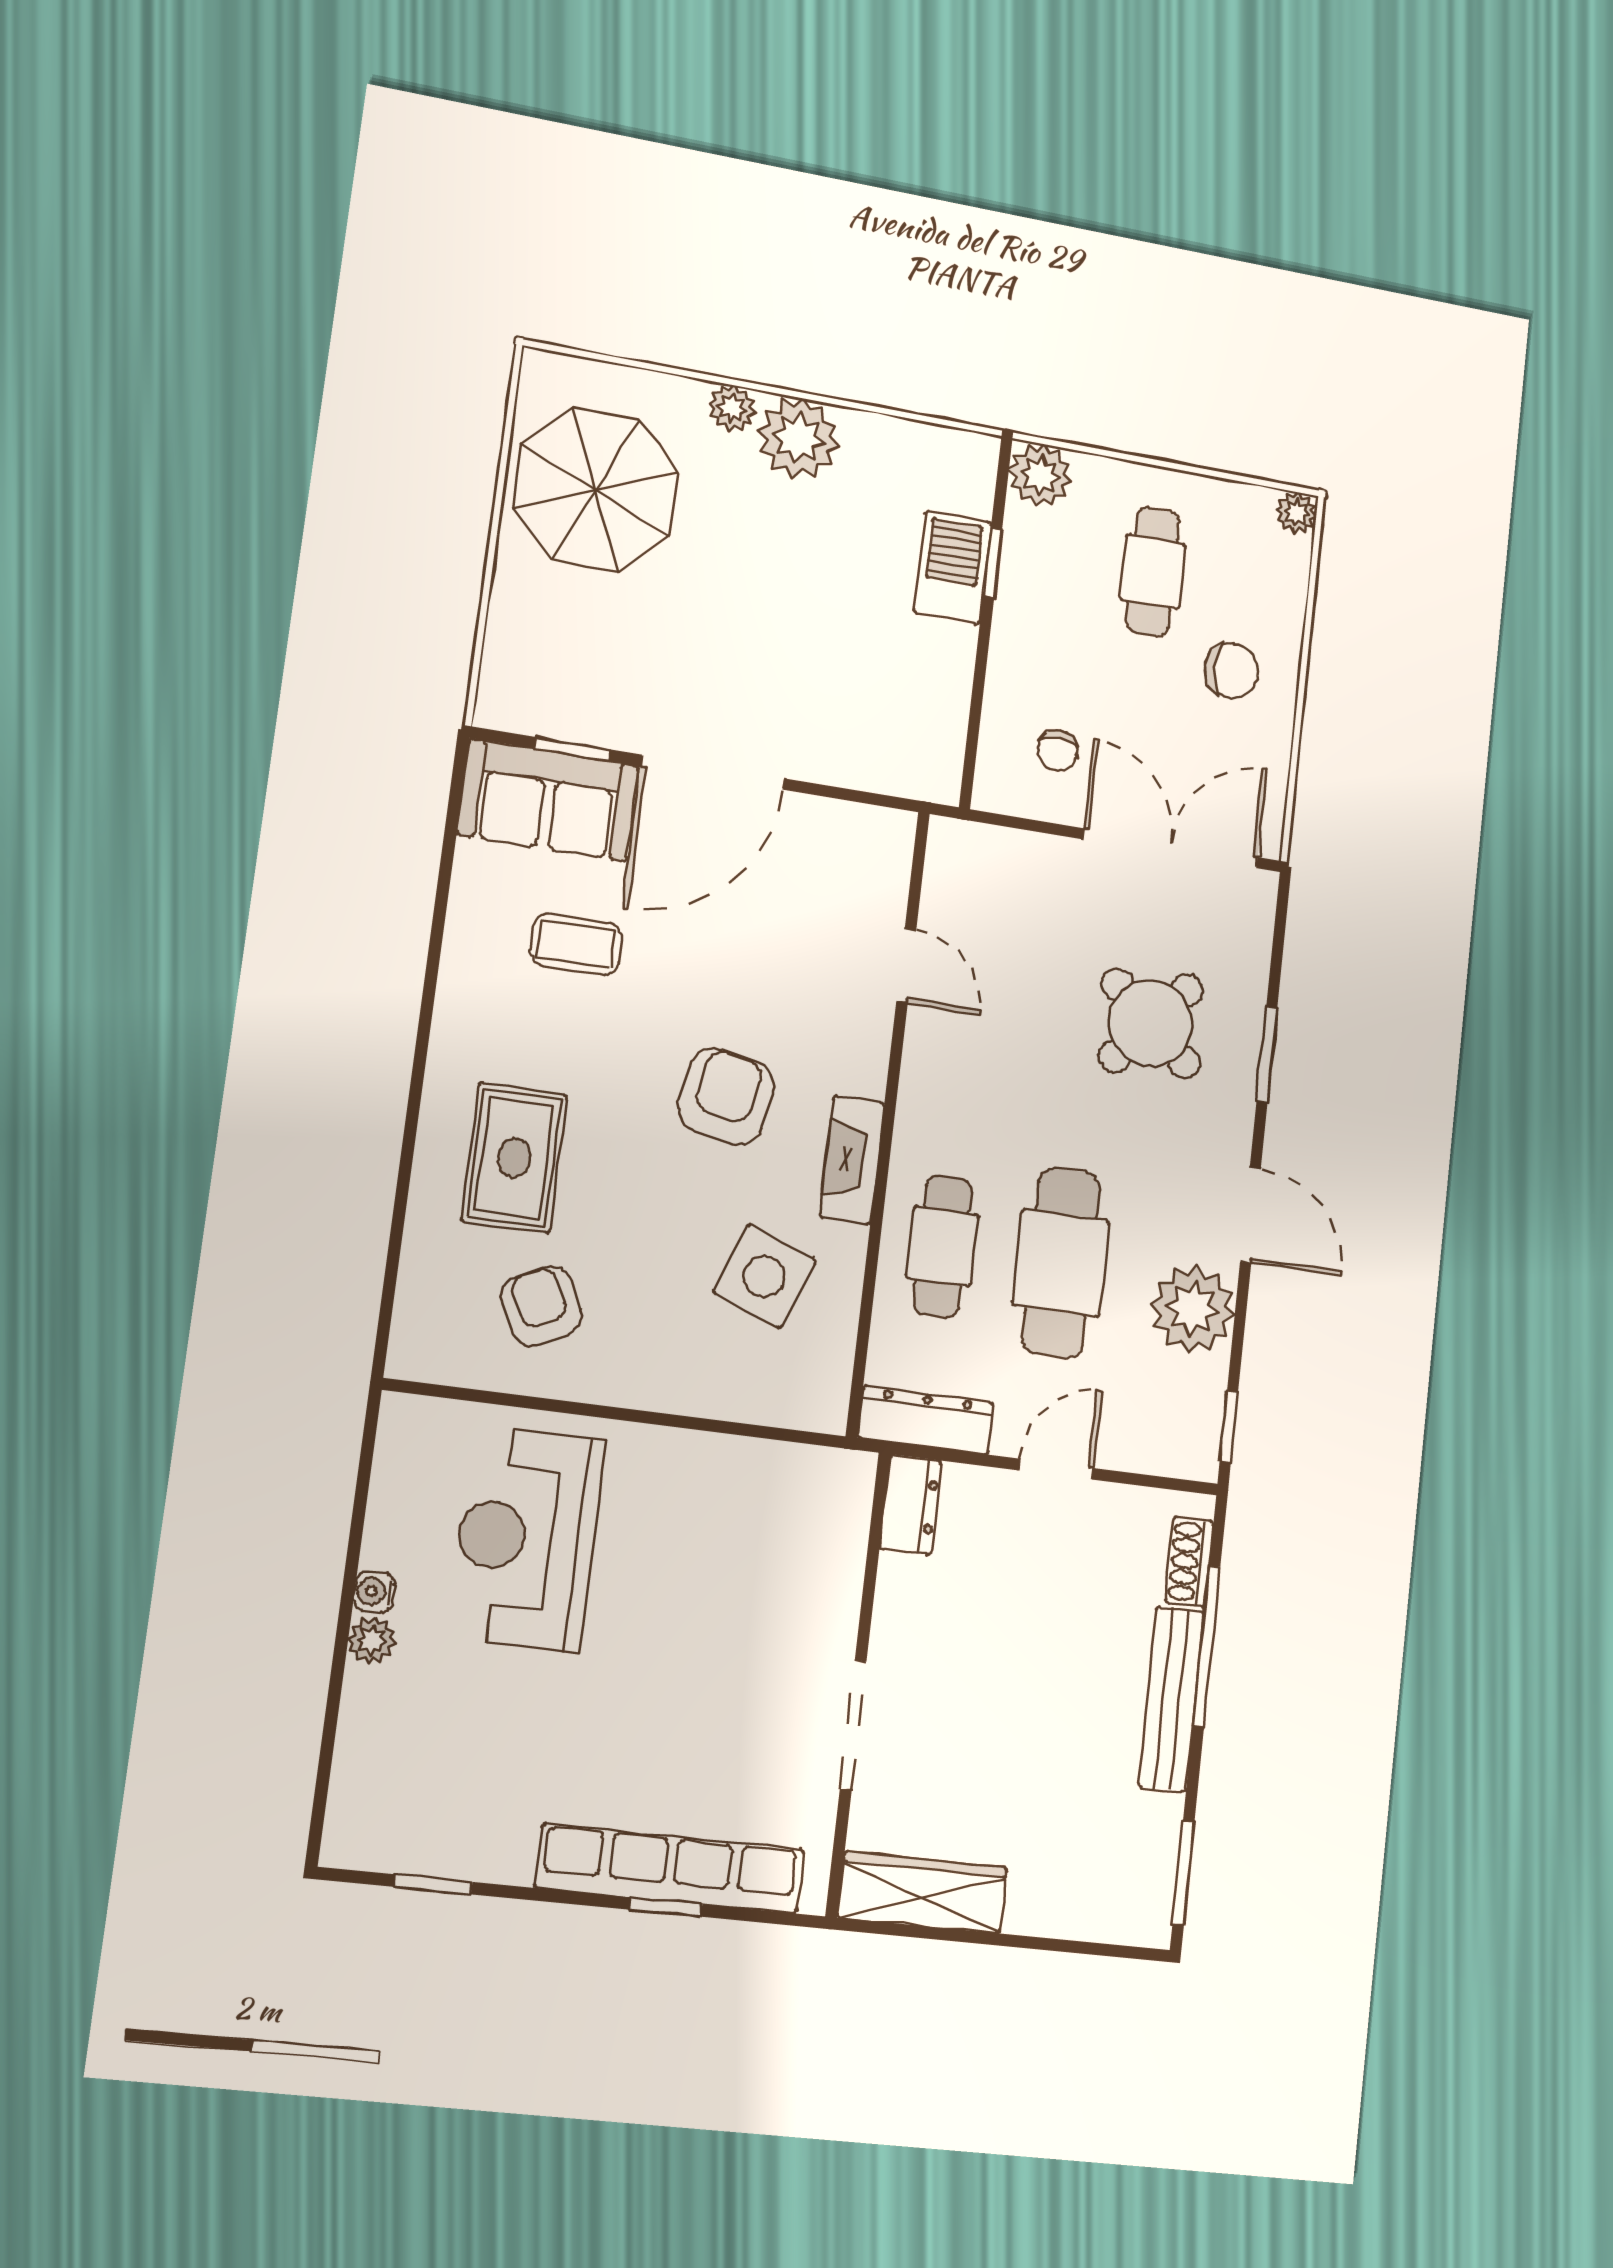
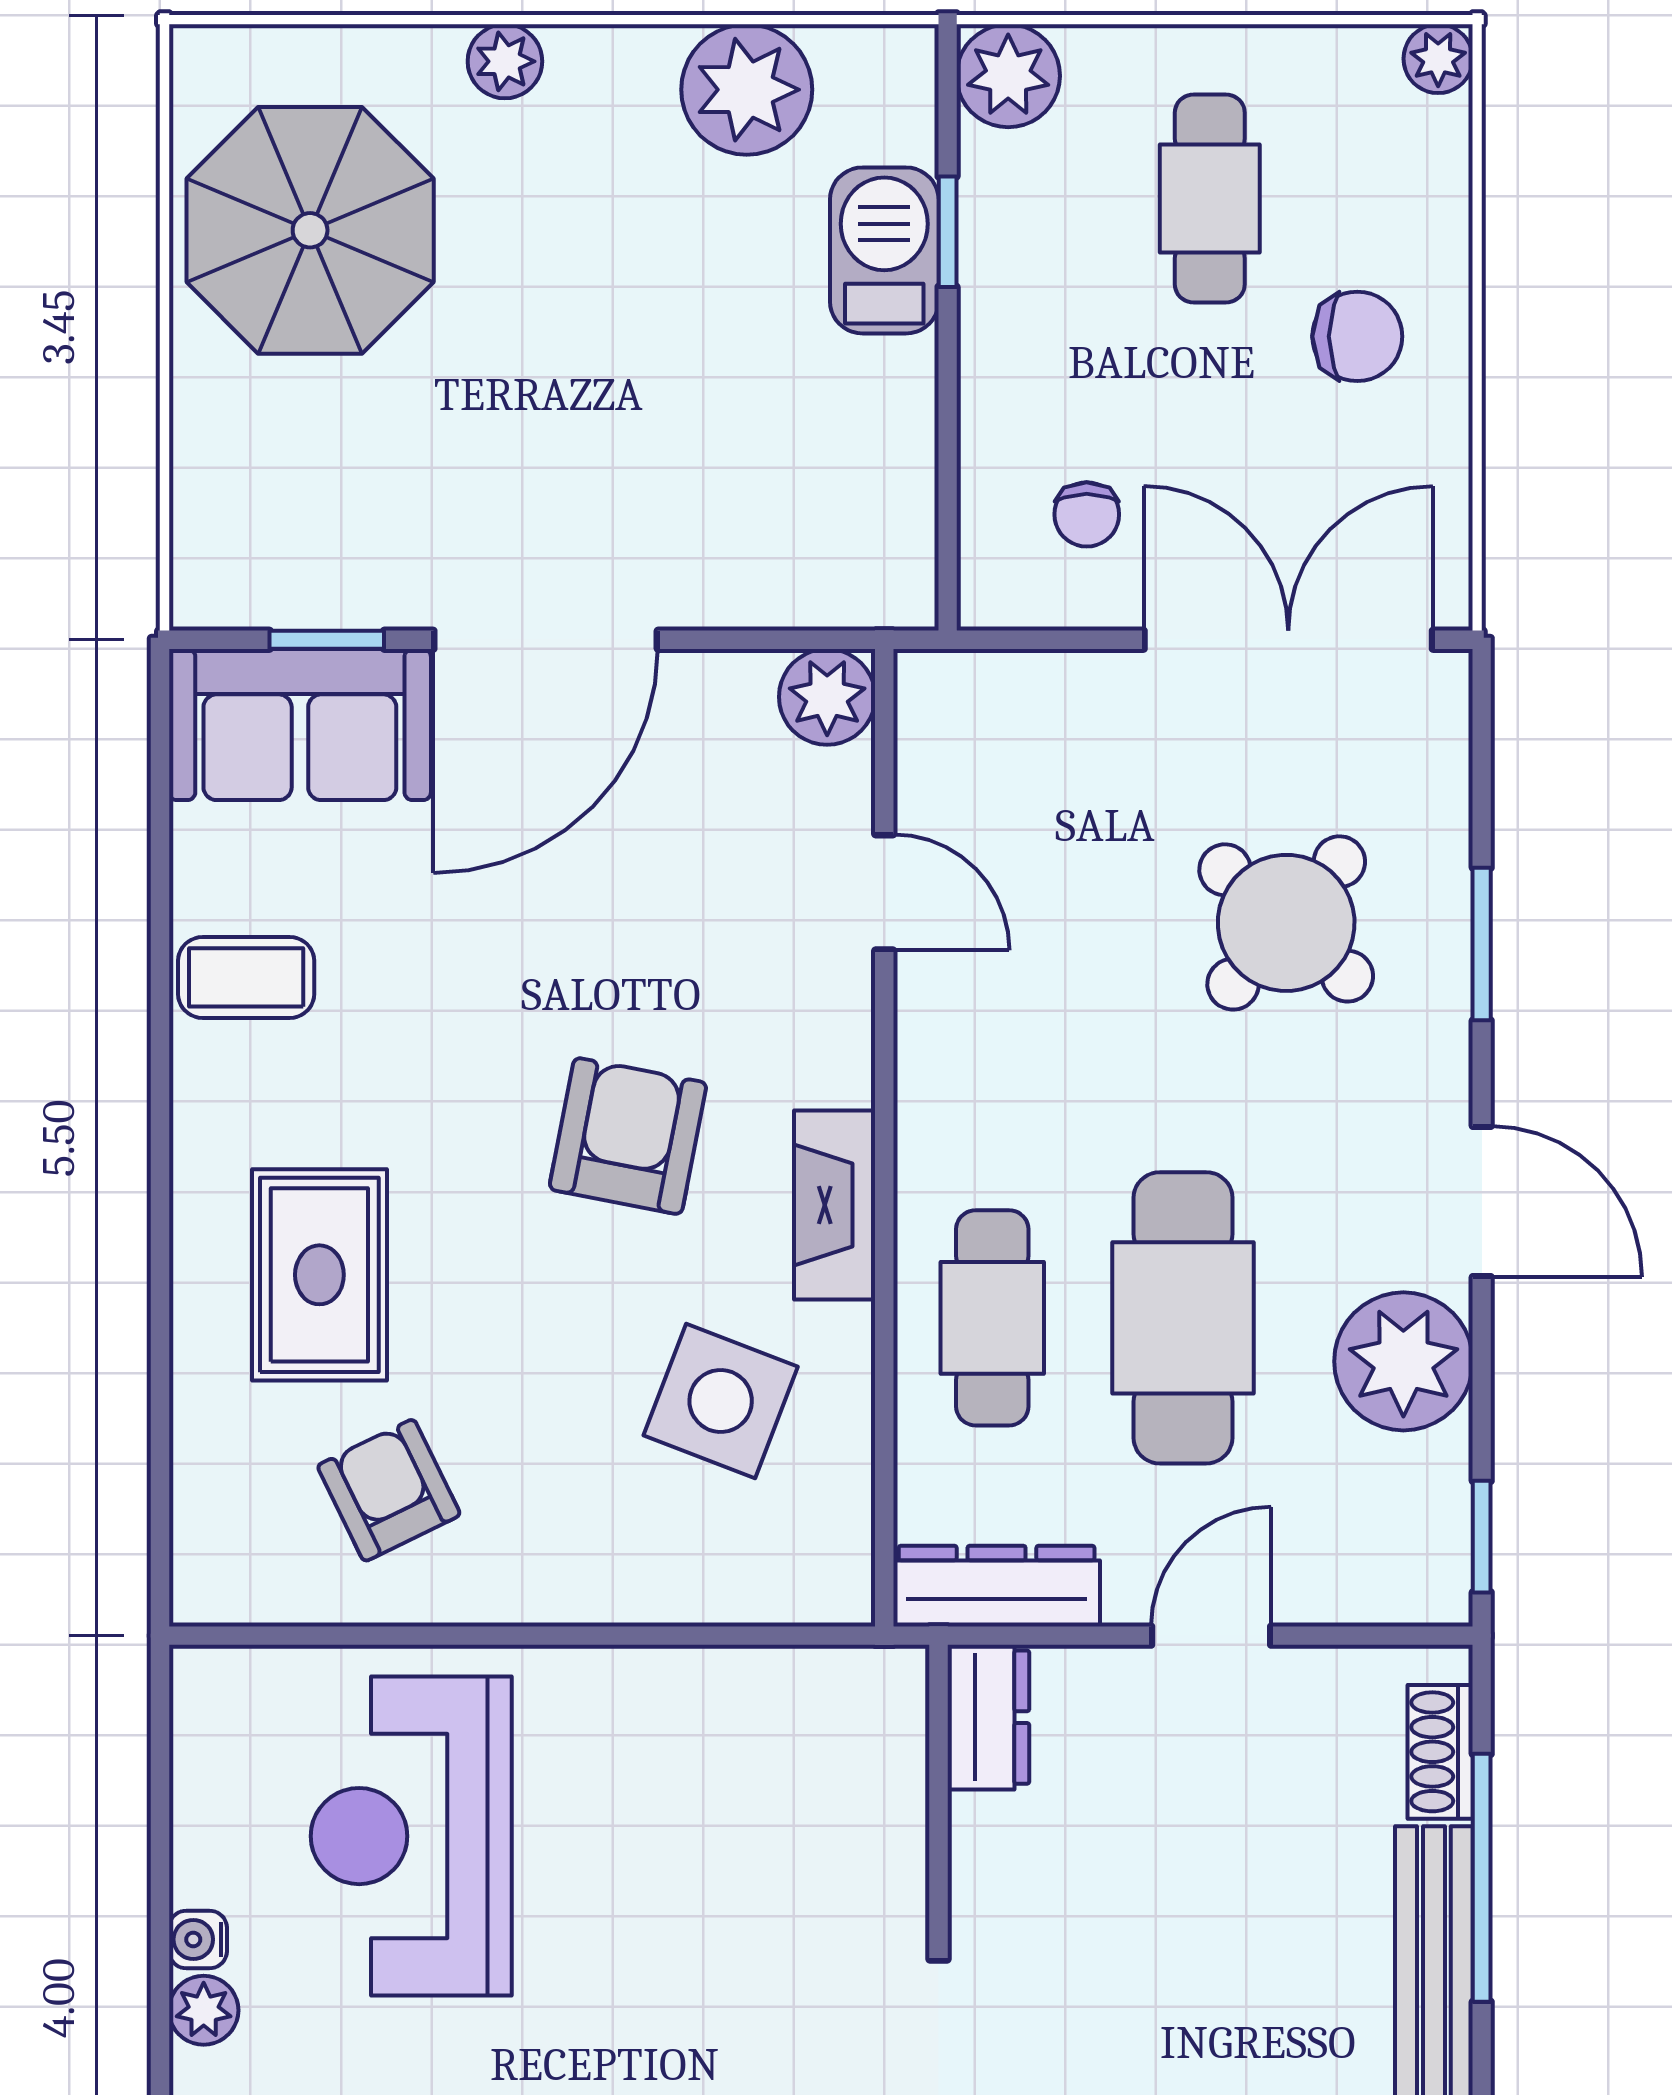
plant: (798, 438) -> (747, 90), moved
plant: (885, 837) -> (827, 697), added
coffee table: (576, 944) -> (246, 977), moved

